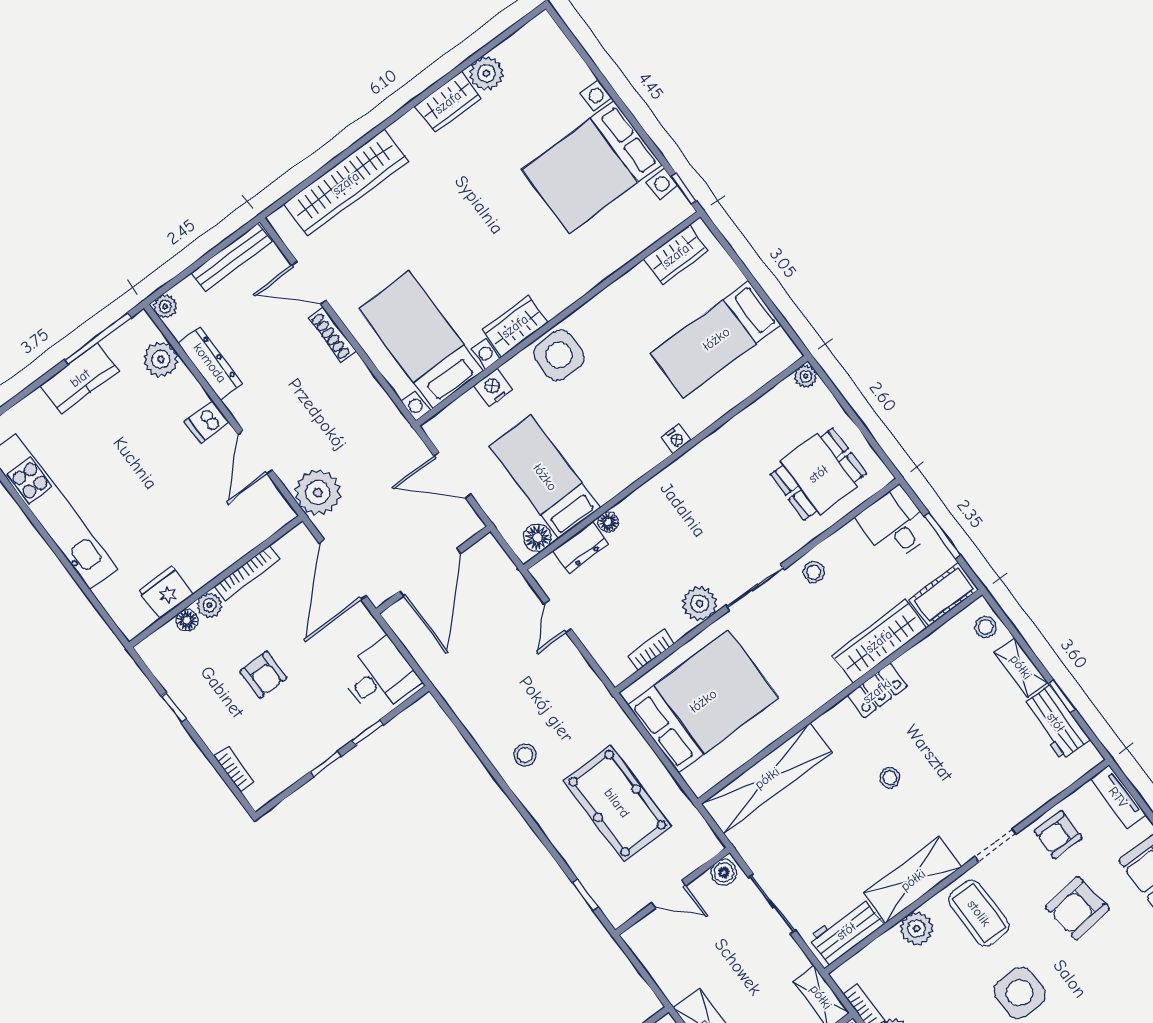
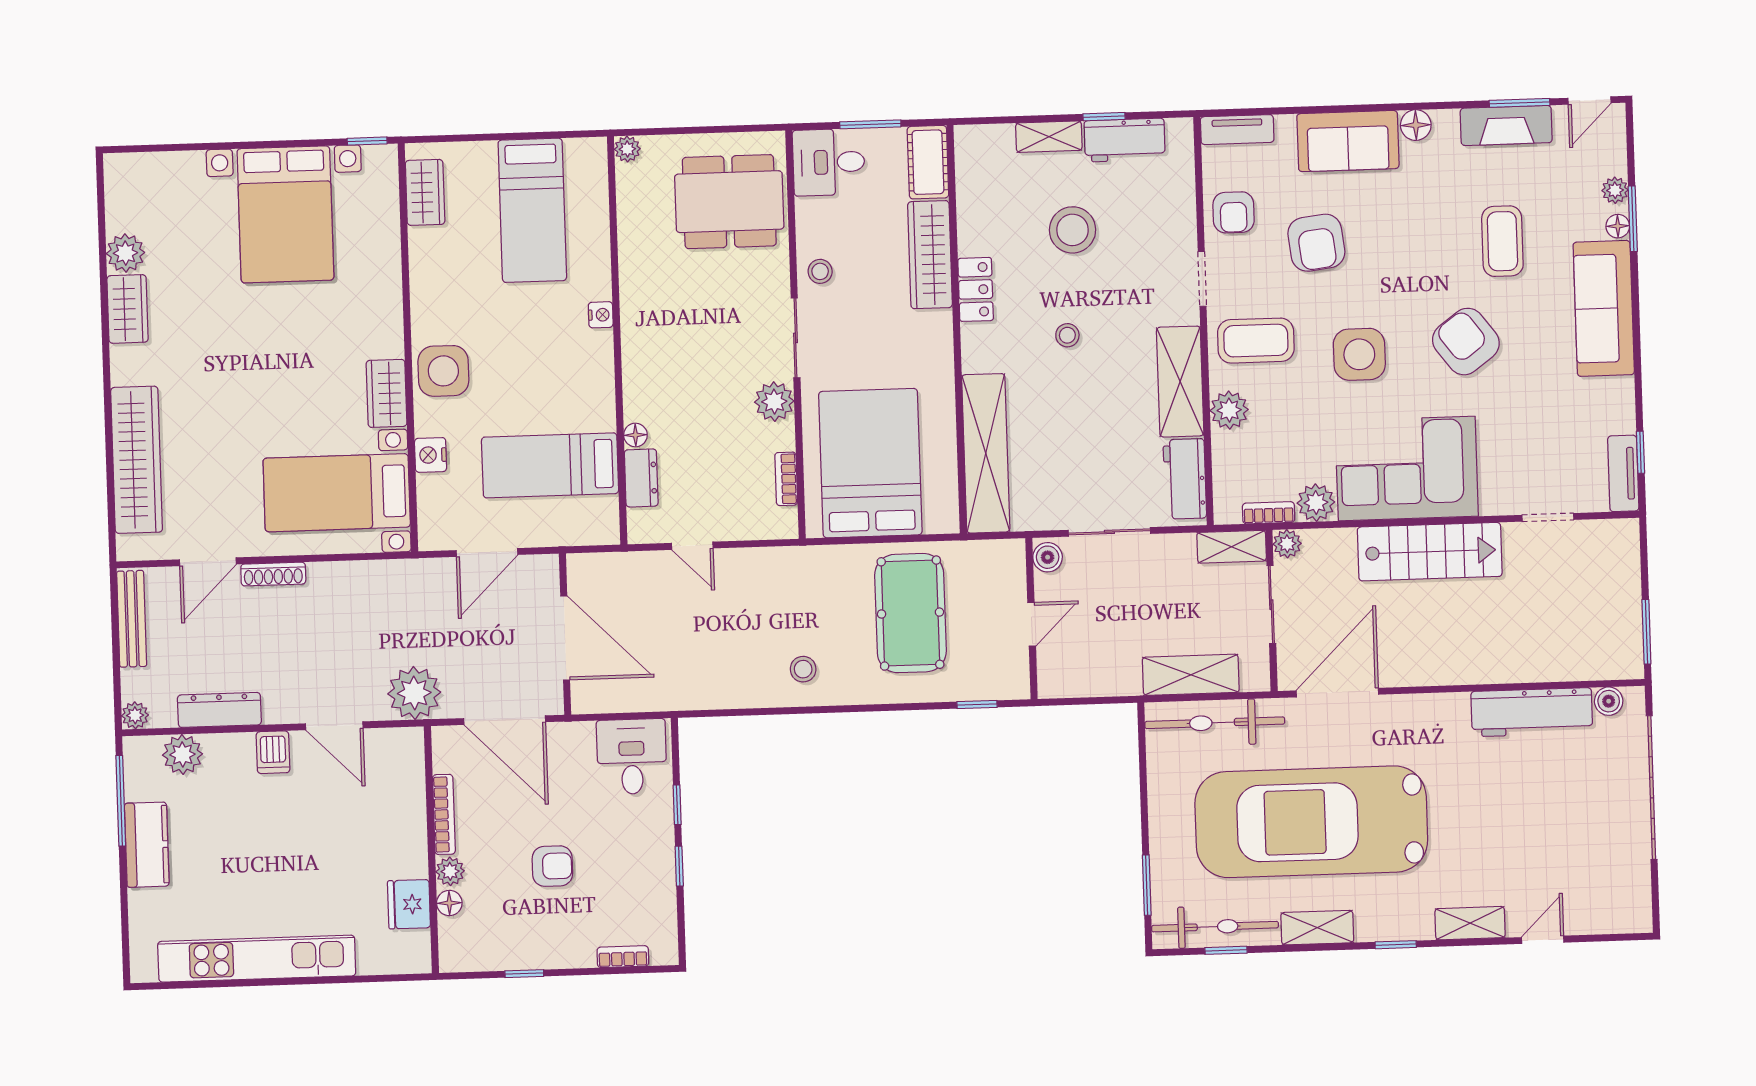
dining table: (818, 474) -> (729, 202), width x1.37
floor lamp: (537, 538) -> (603, 513), removed
stool: (986, 627) -> (1073, 230), moved, width x1.89, depth x1.89
pool table: (617, 803) -> (910, 613), turned 90

